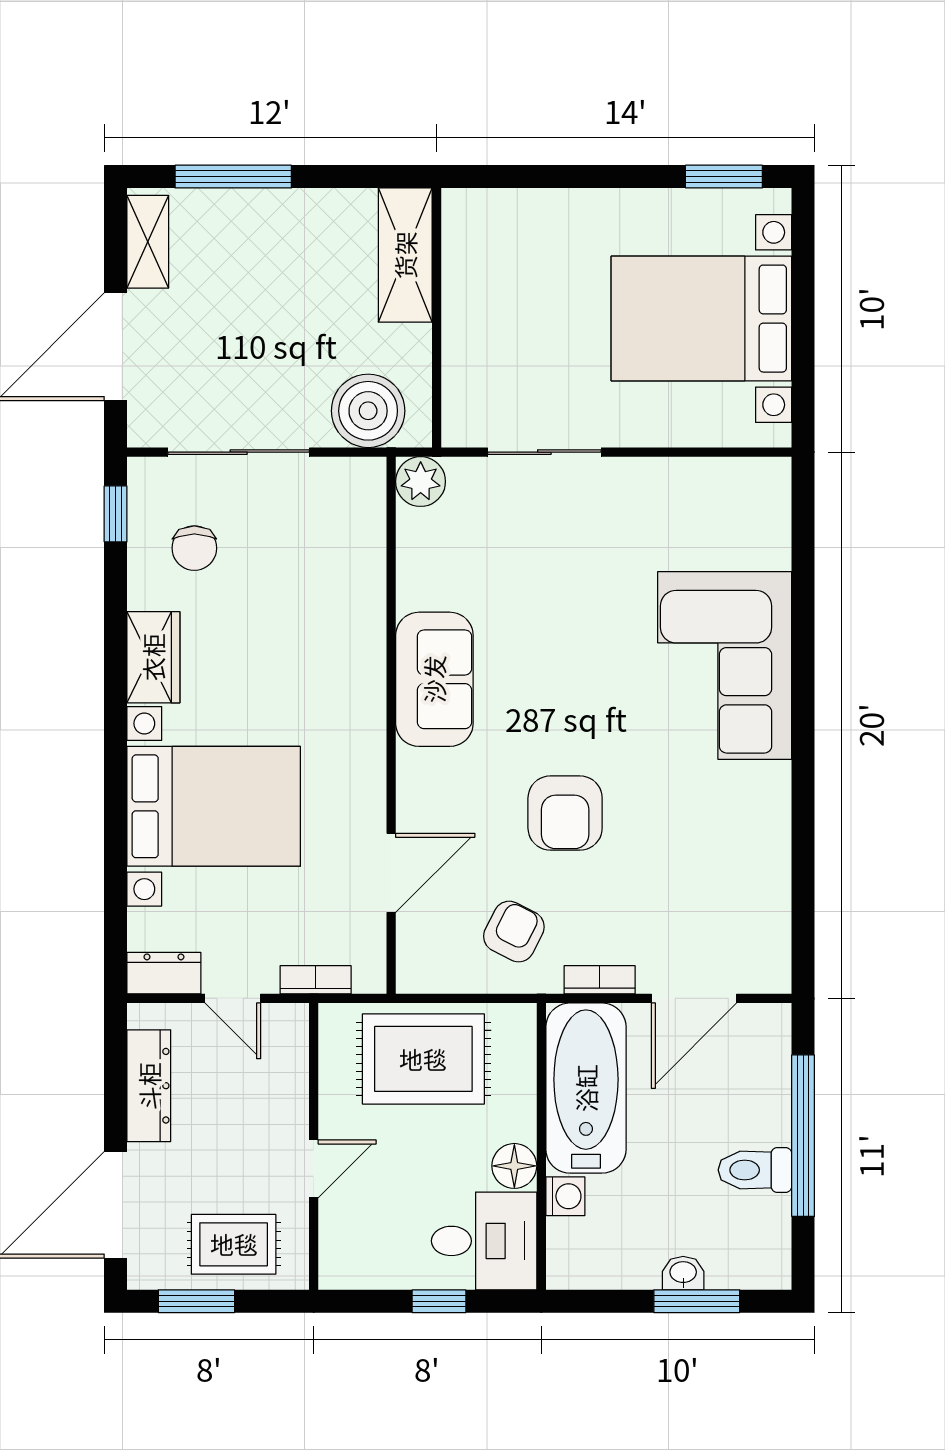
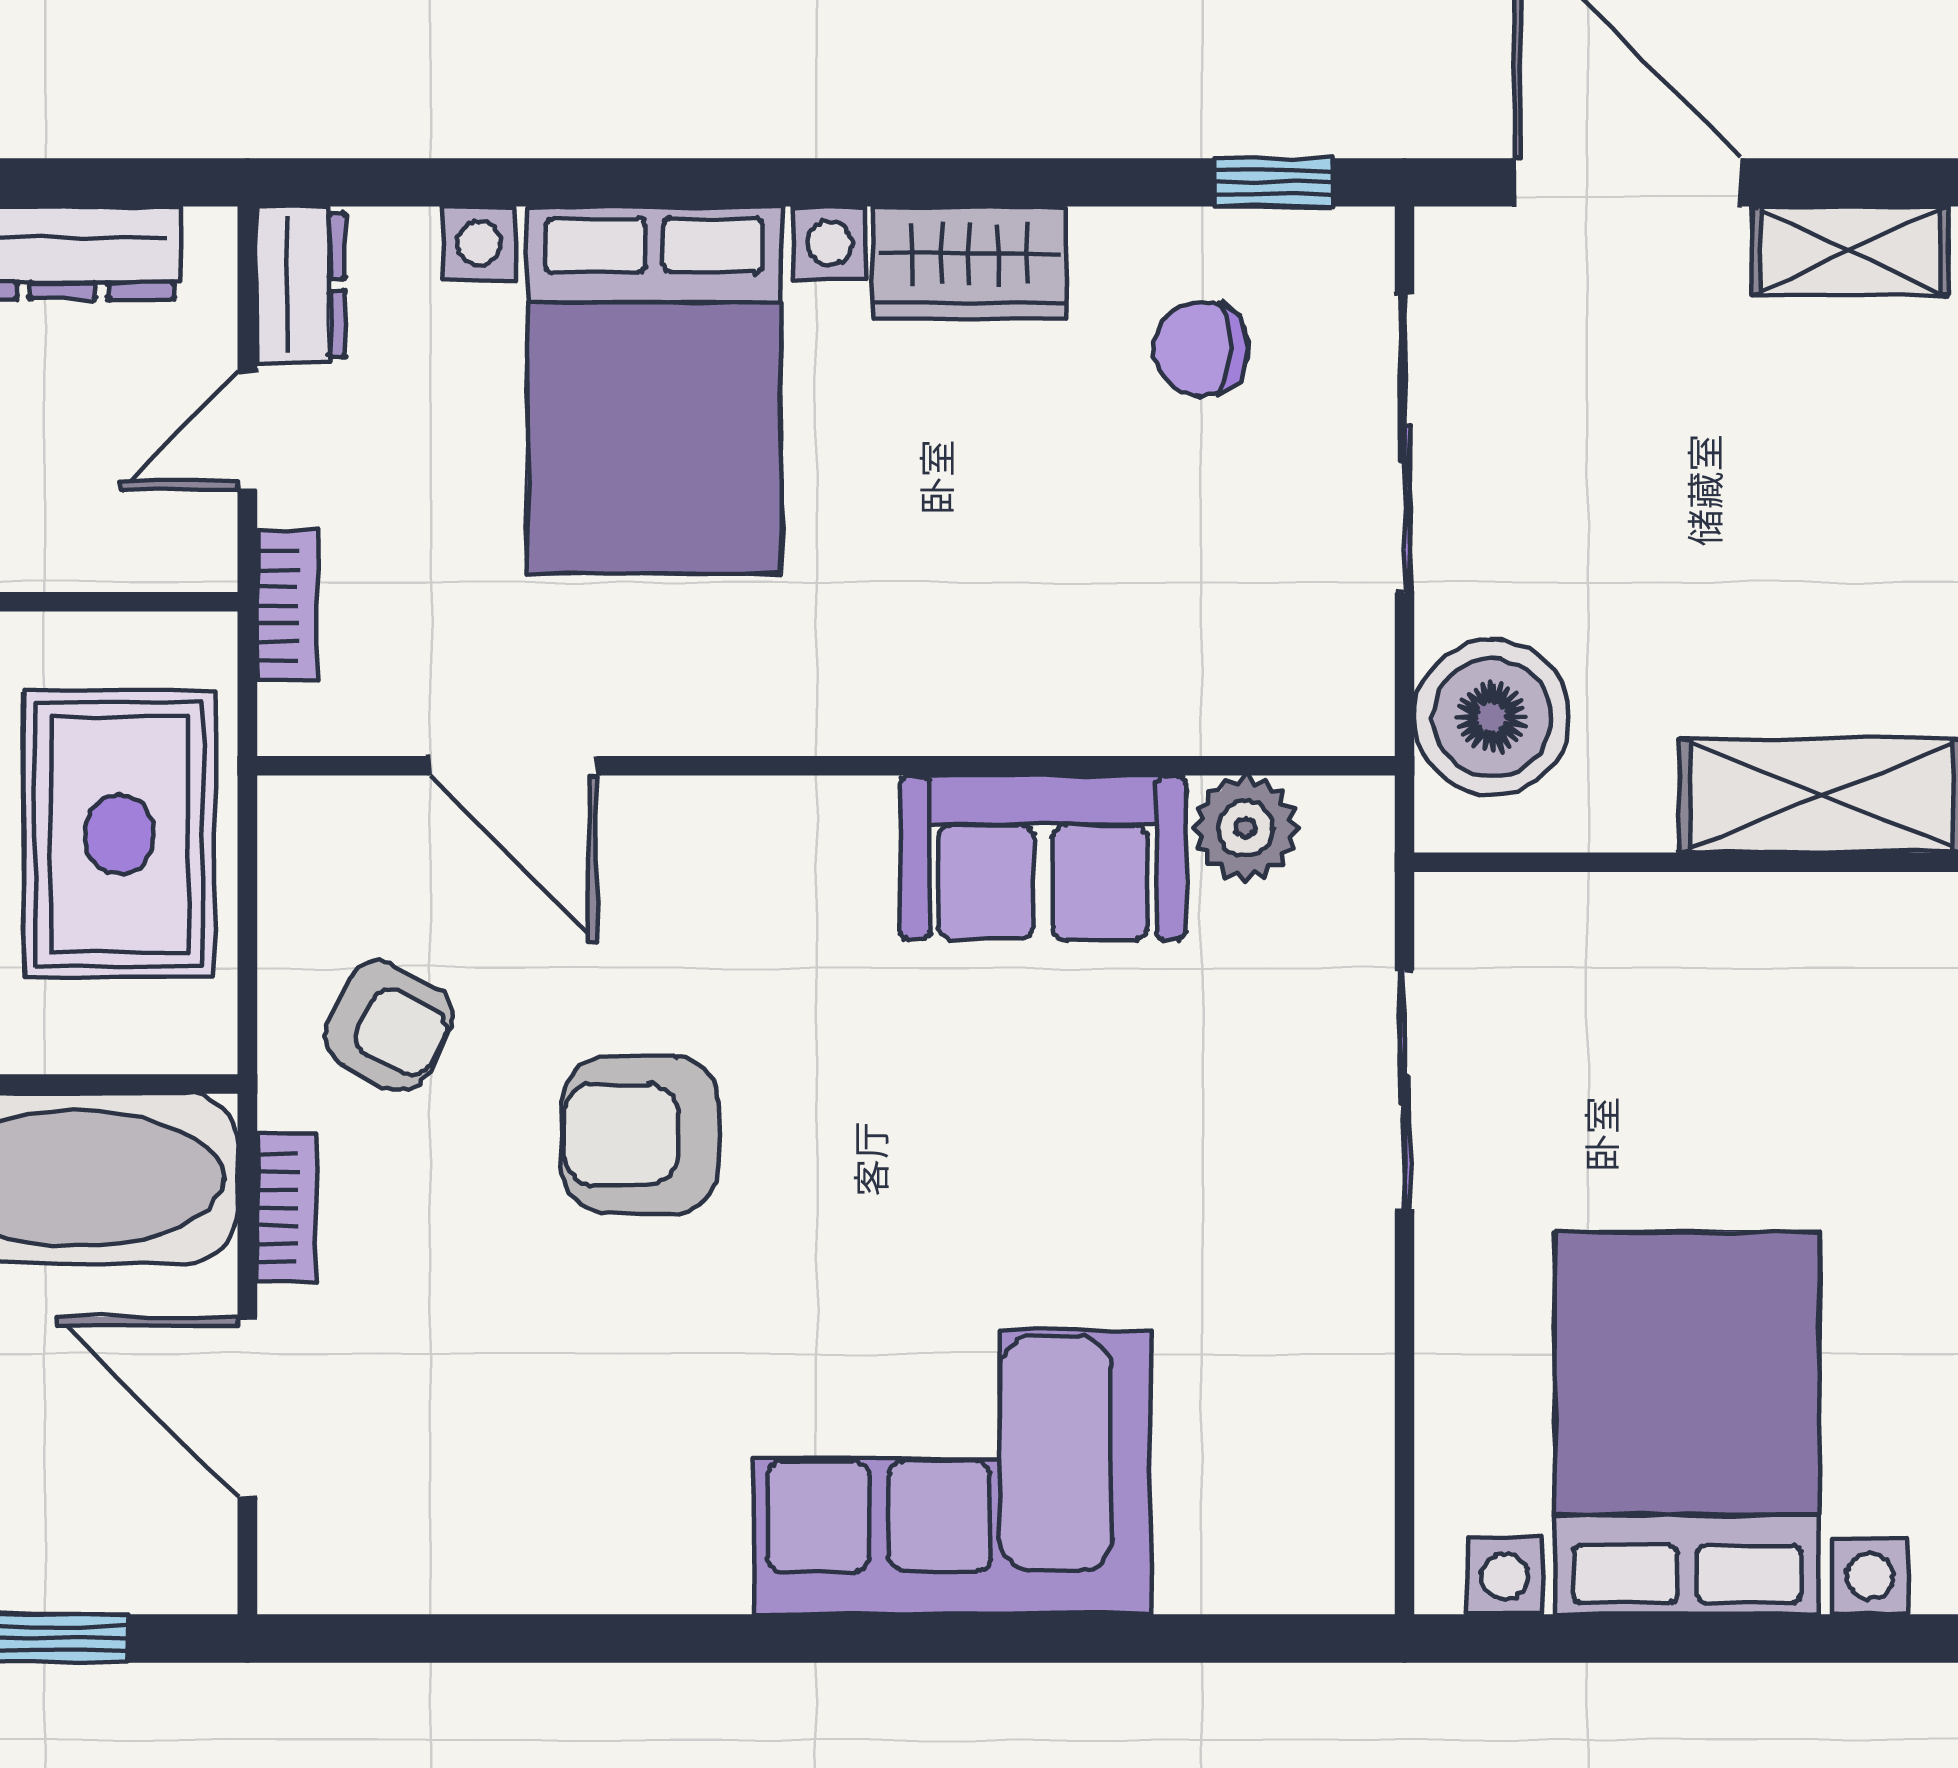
plant: (421, 482) -> (1246, 828), moved
sofa: (434, 679) -> (1043, 858), moved

